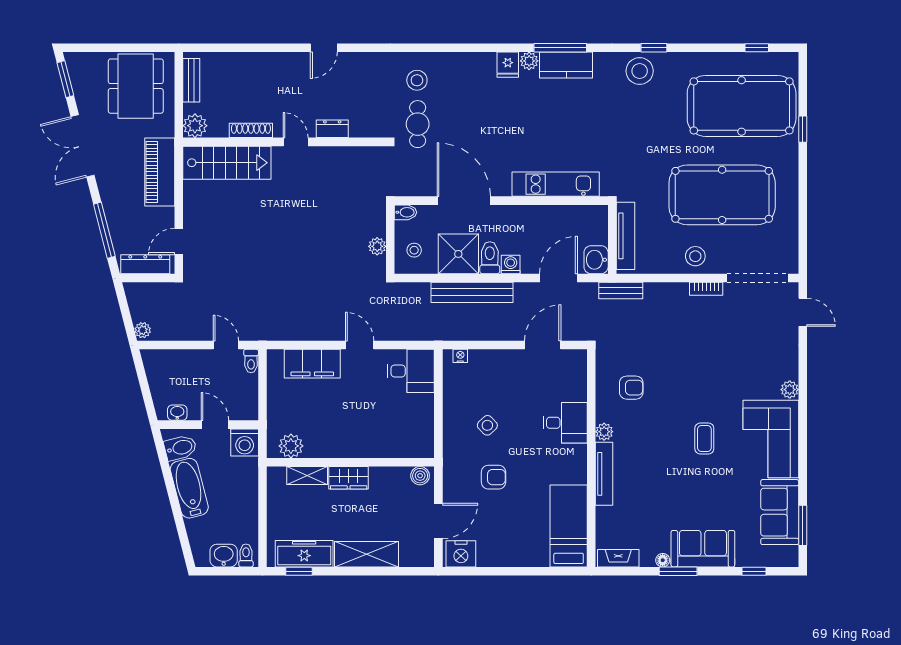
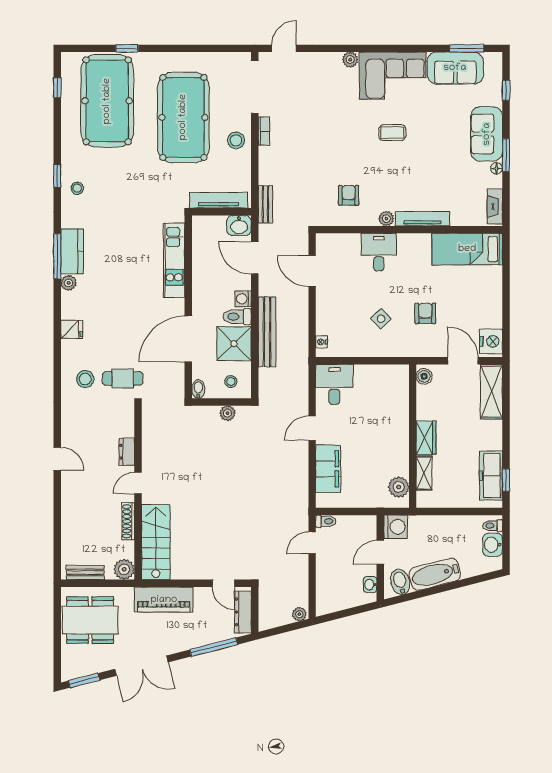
fridge: (508, 65) -> (72, 329), moved
stool: (640, 71) -> (77, 188), width x0.53, depth x0.53
shelving: (367, 554) -> (491, 392), moved

